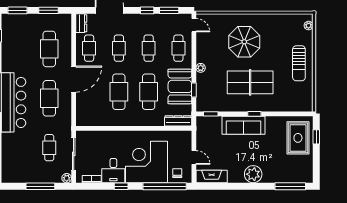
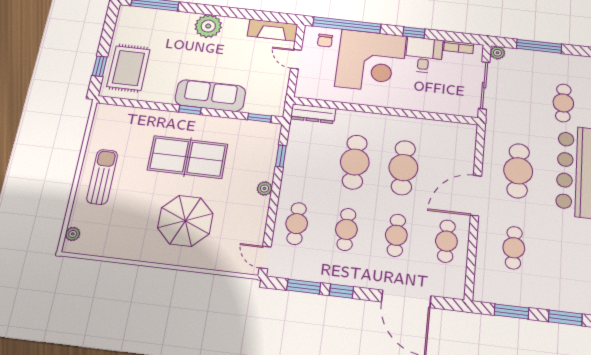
dresser: (81, 23) -> (456, 283), removed
cafe table: (49, 49) -> (514, 248), width x0.73, depth x0.74
booth: (180, 86) -> (303, 164), removed
cafe table: (49, 148) -> (563, 103), moved

